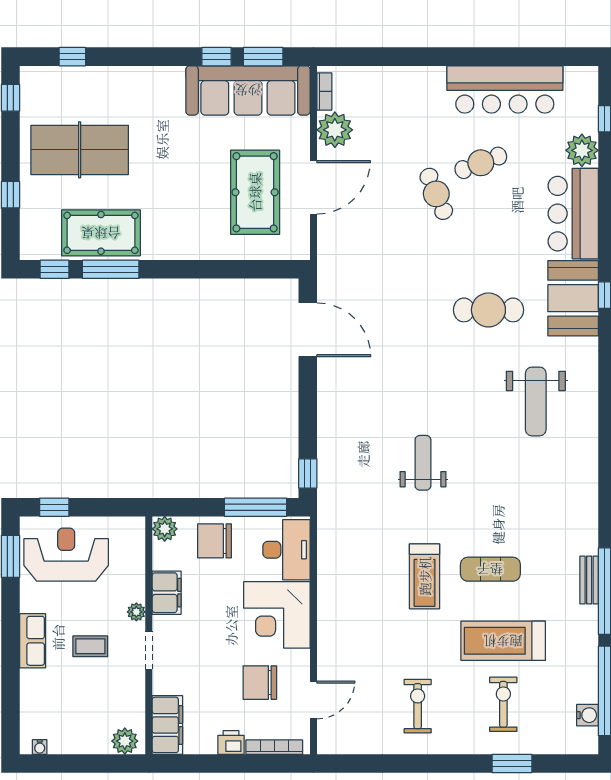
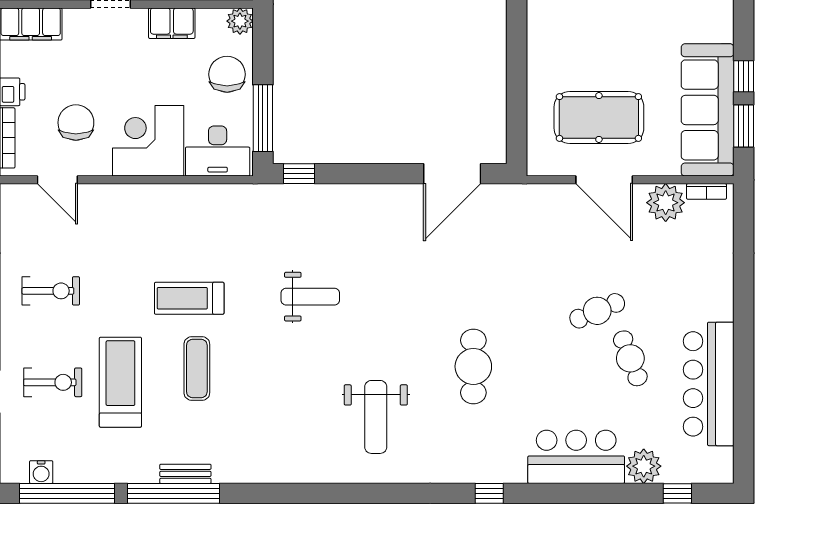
booth: (573, 298) -> (486, 457), removed
weight bench: (536, 401) -> (376, 417), turned -90

